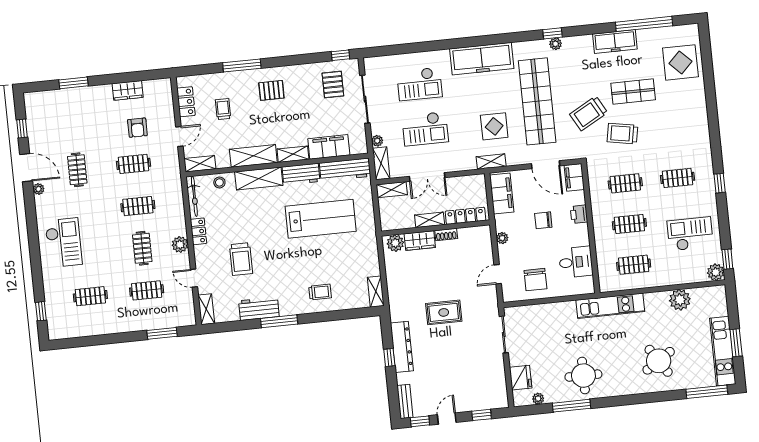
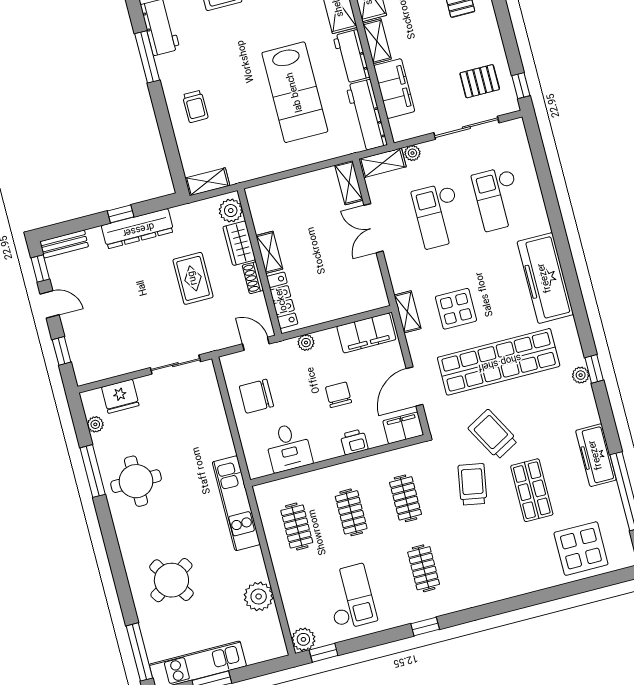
locker: (465, 216) -> (282, 300), moved
shelving: (430, 220) -> (269, 252), moved
wall: (436, 228) -> (259, 262), moved
shoe rack: (446, 235) -> (253, 278), moved
wardrobe: (420, 241) -> (239, 243), moved
plant: (395, 243) -> (231, 211), moved

